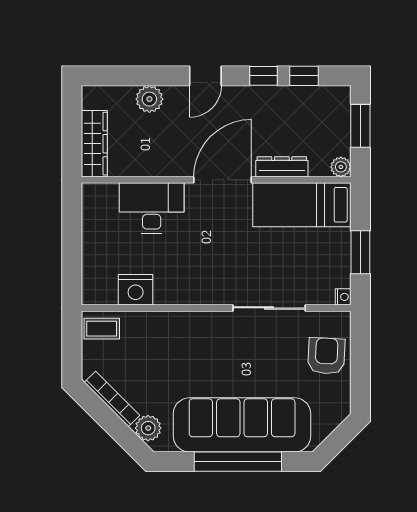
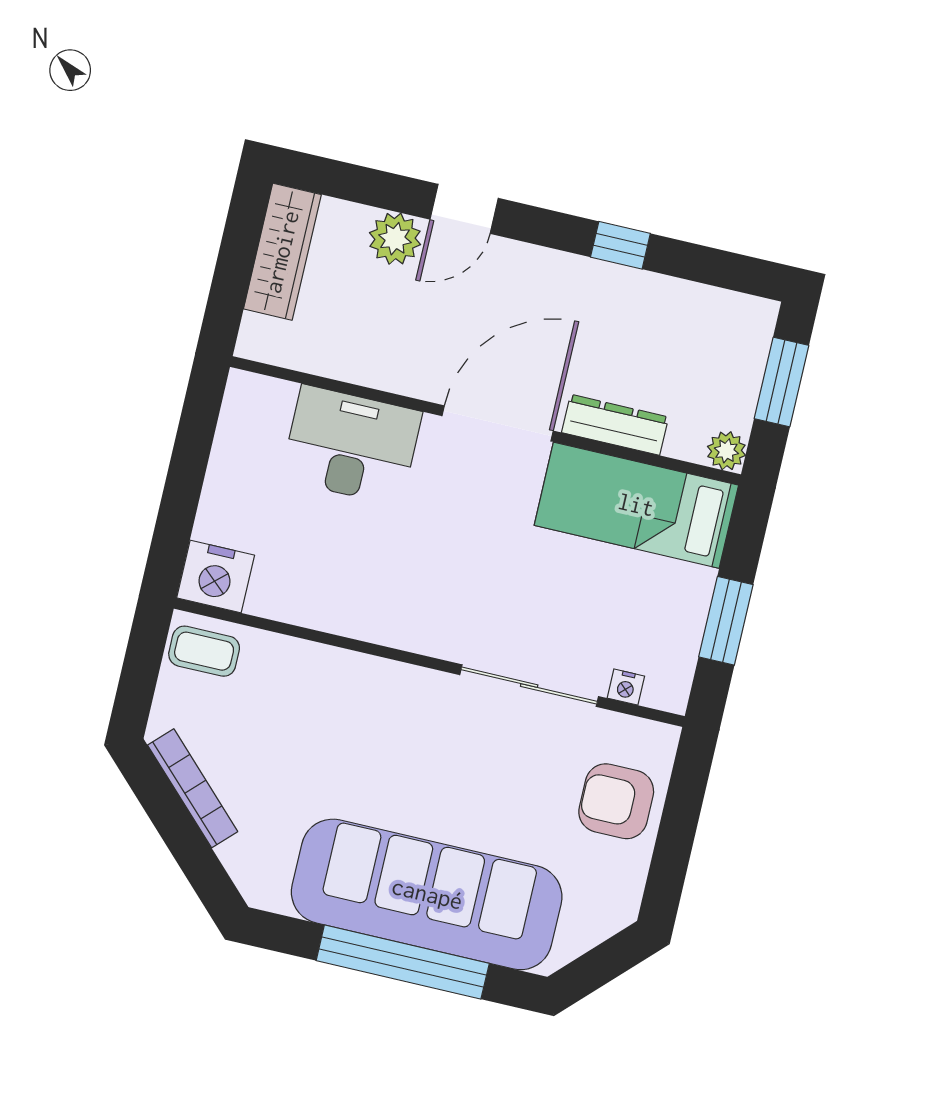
door: (205, 76) -> (464, 209), moved
window: (304, 76) -> (697, 263), removed
wardrobe: (94, 144) -> (282, 252), moved
nightstand: (136, 290) -> (216, 577), moved
nightstand: (343, 297) -> (626, 687), moved, turned 90
armchair: (326, 356) -> (616, 801), turned -93
plant: (148, 428) -> (248, 859), removed

